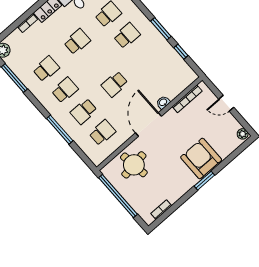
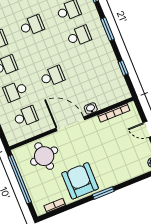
window: (161, 29) -> (107, 29), moved
school desk: (115, 84) -> (52, 76), turned 180
door: (148, 125) -> (70, 124), hinge flipped
armchair: (201, 159) -> (80, 181), moved

